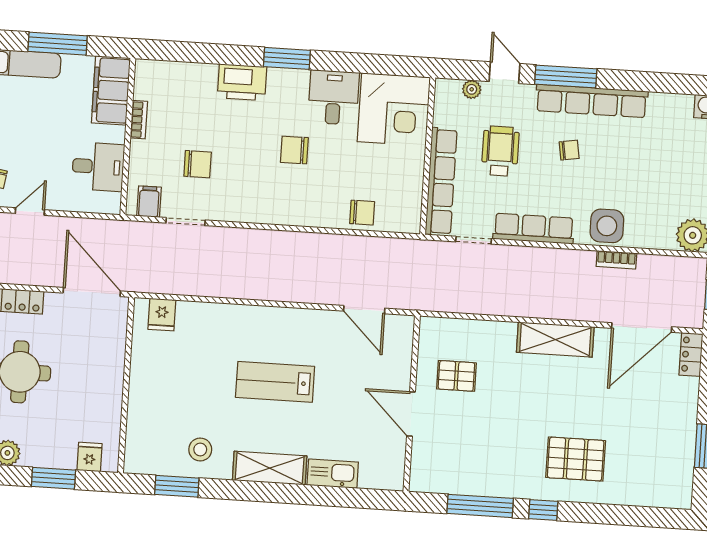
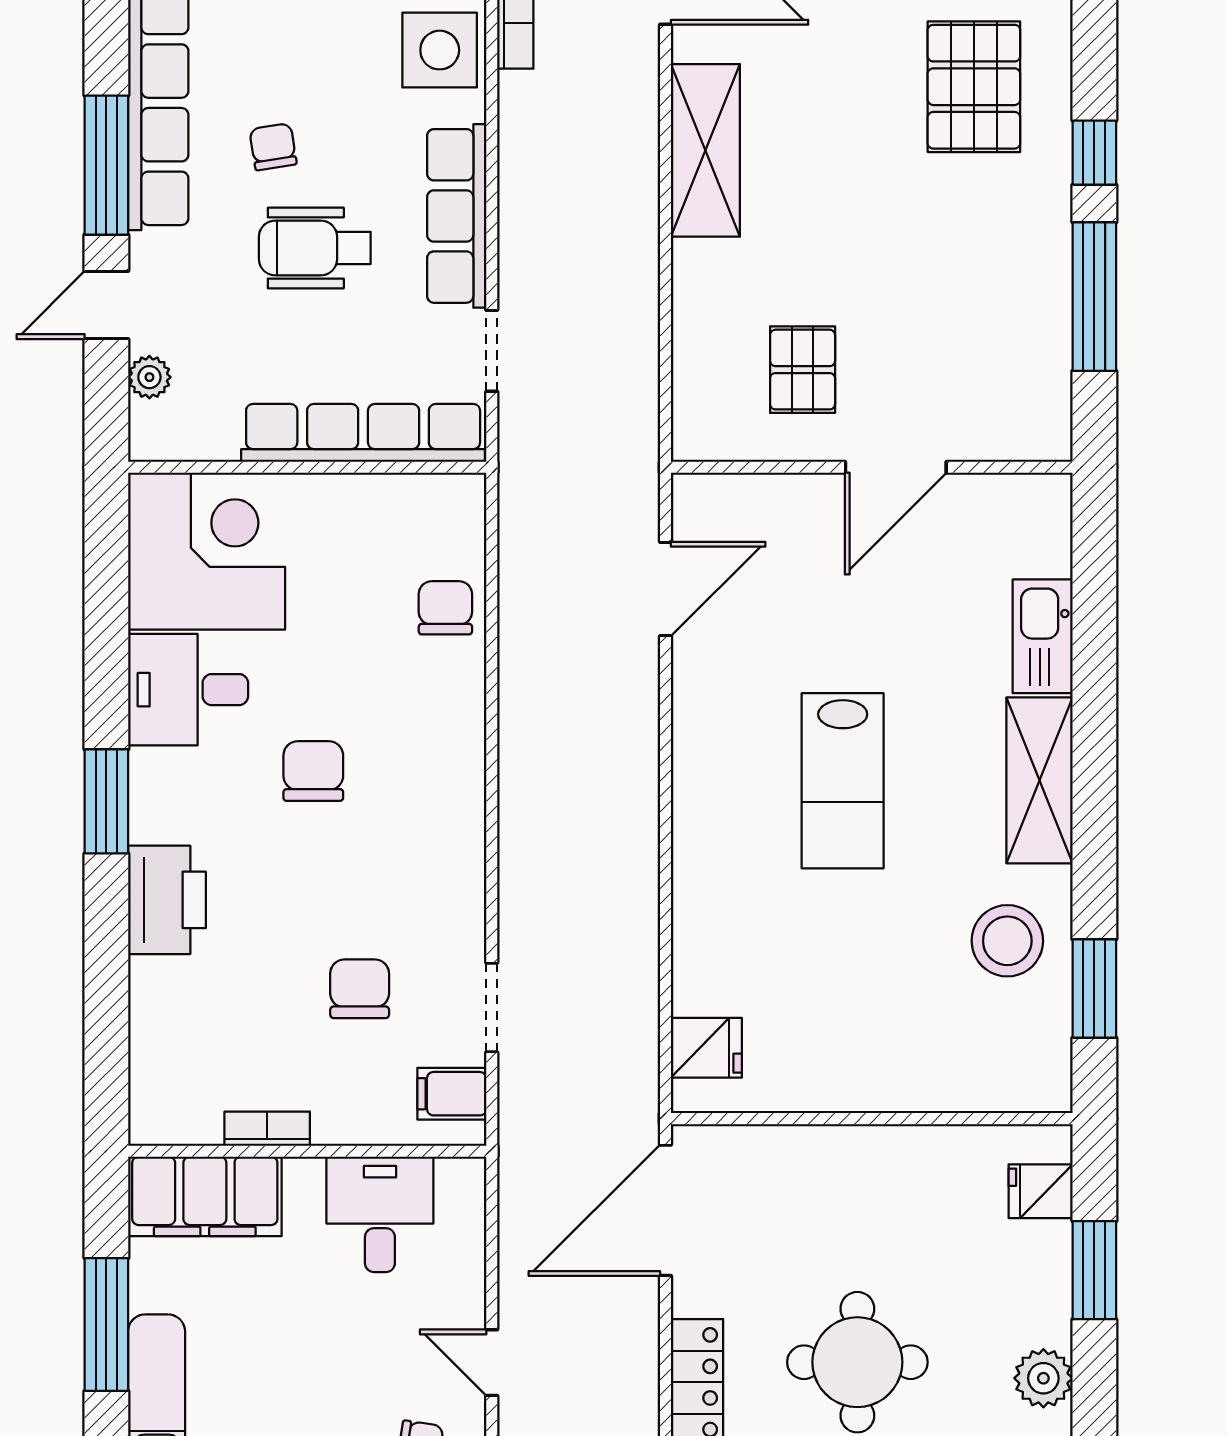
chair: (294, 150) -> (313, 771), turned 180
wheelchair: (500, 151) -> (315, 248), moved
stool: (200, 449) -> (1007, 941), width x1.38, depth x1.38

